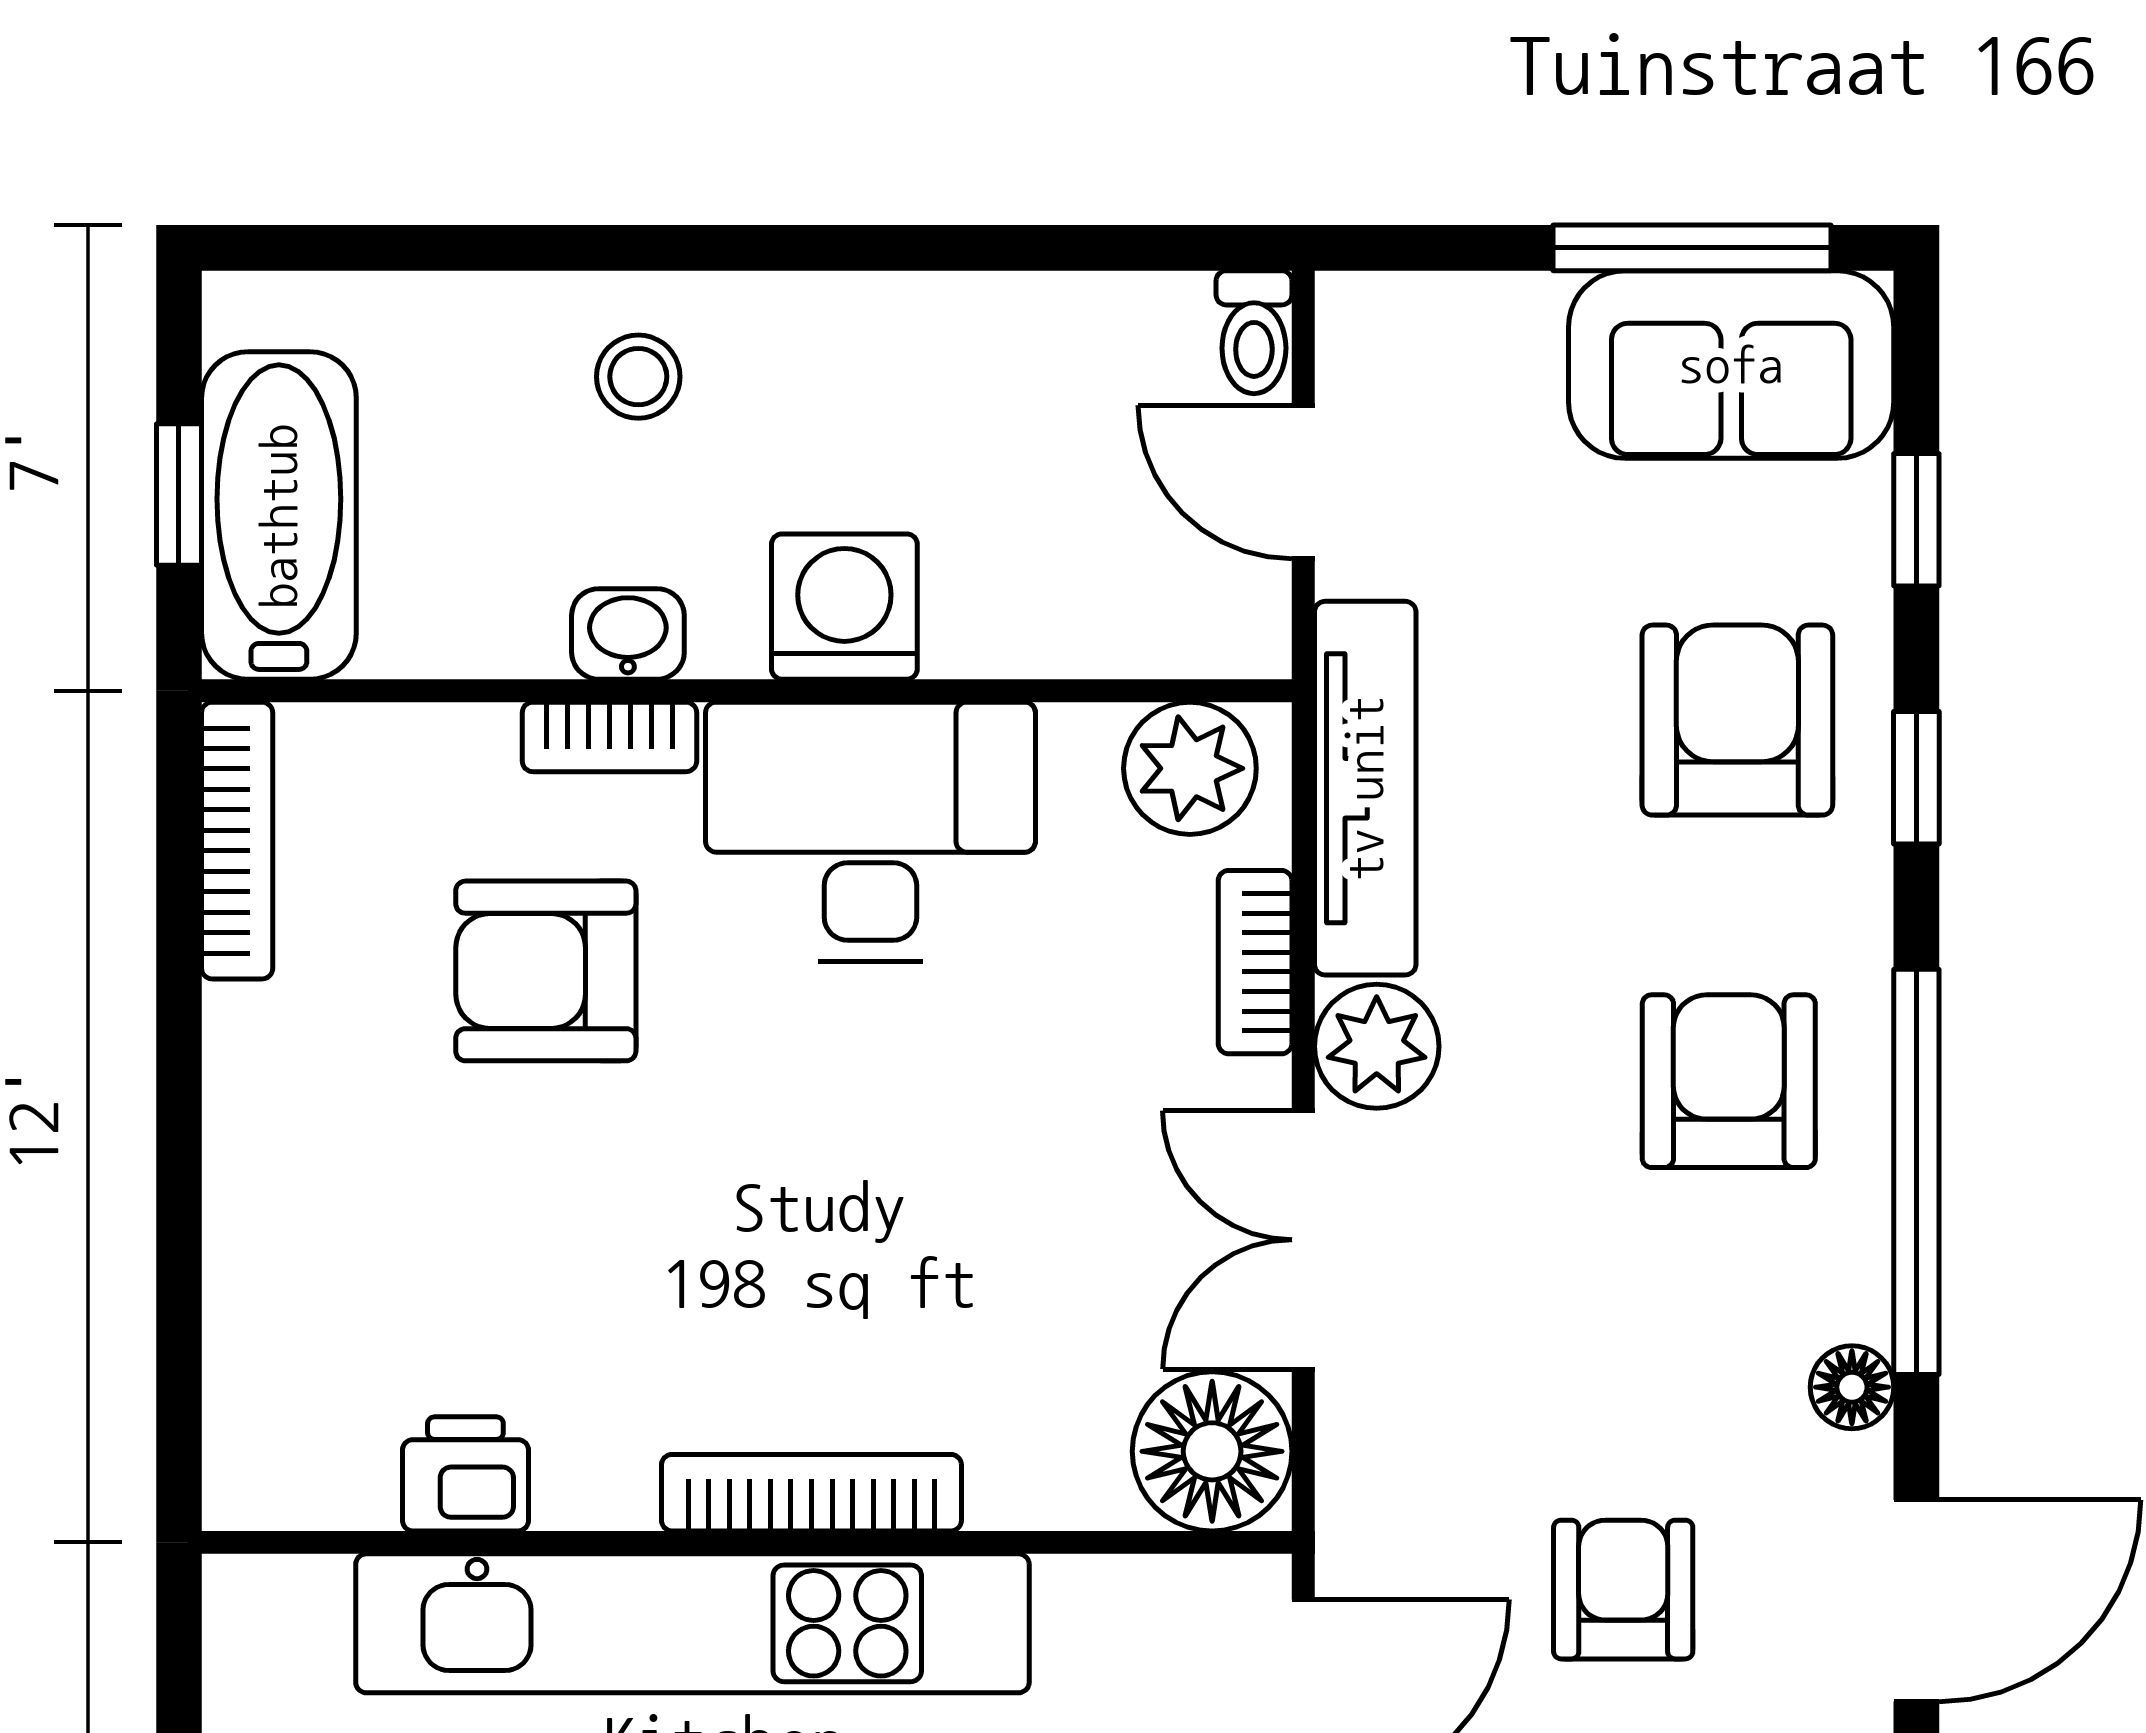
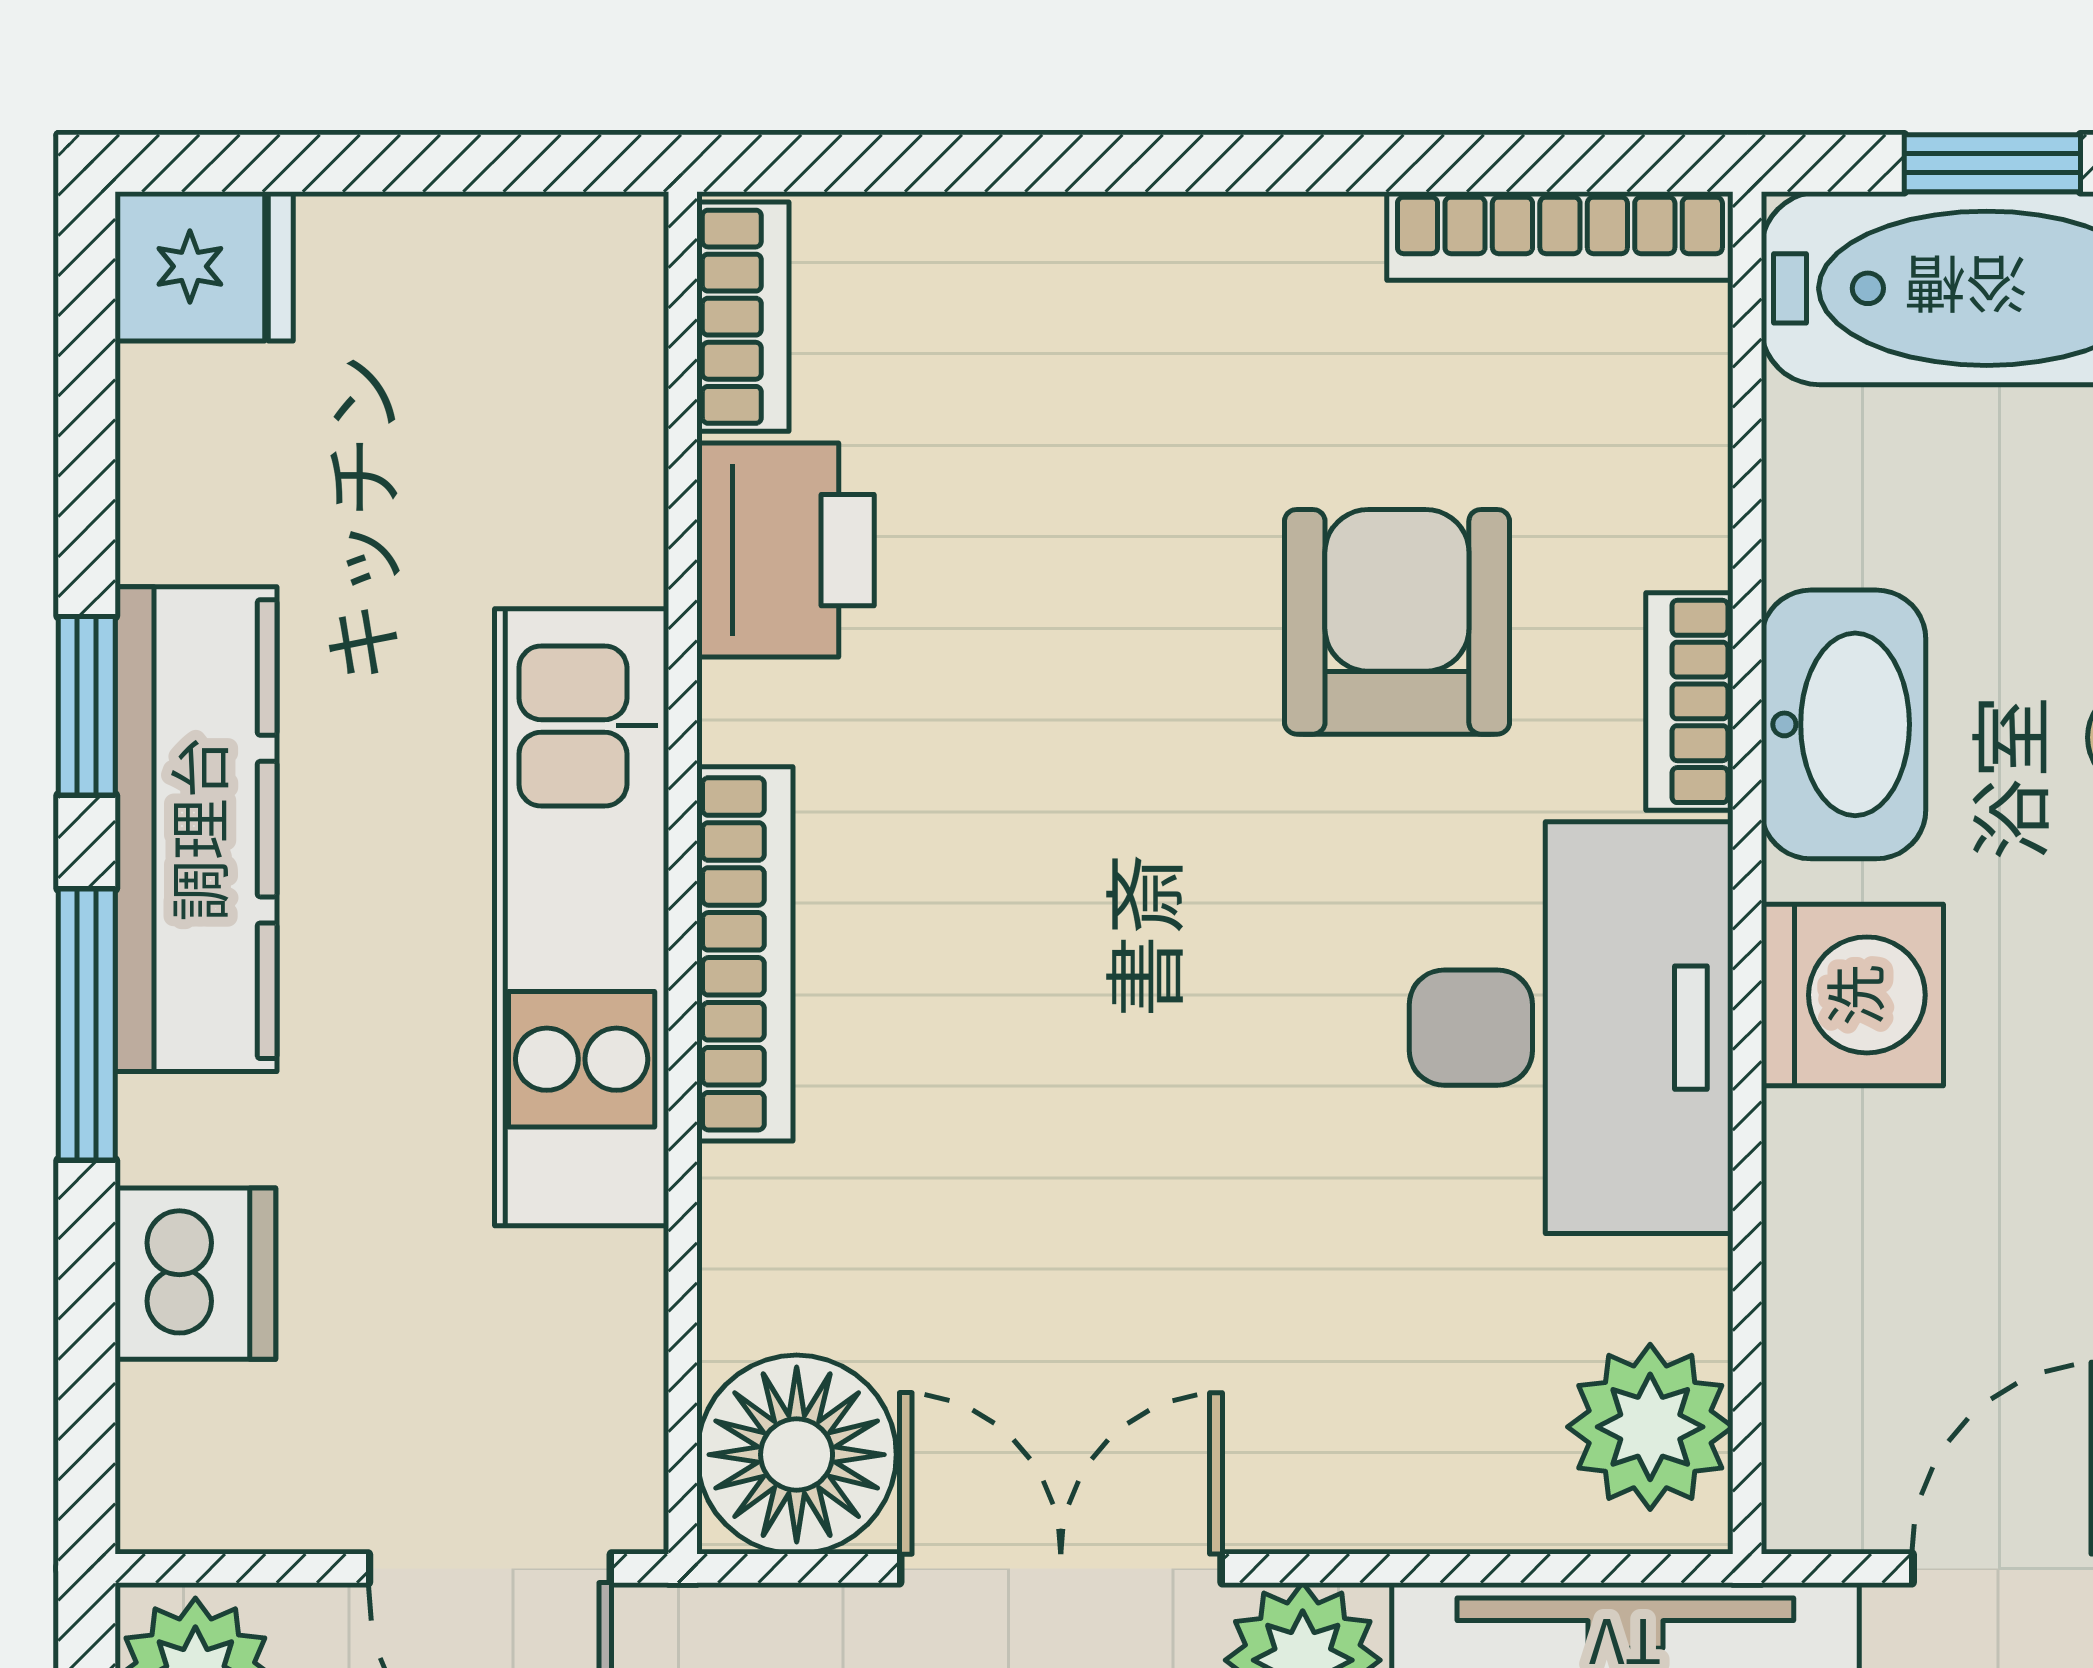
washbasin: (628, 634) -> (1844, 724), width x1.91, depth x1.45
bookcase: (1255, 962) -> (743, 317), moved, turned 90
printer: (465, 1474) -> (786, 550), width x1.36, depth x1.24
kitchen unit: (692, 1623) -> (582, 917), width x0.73

